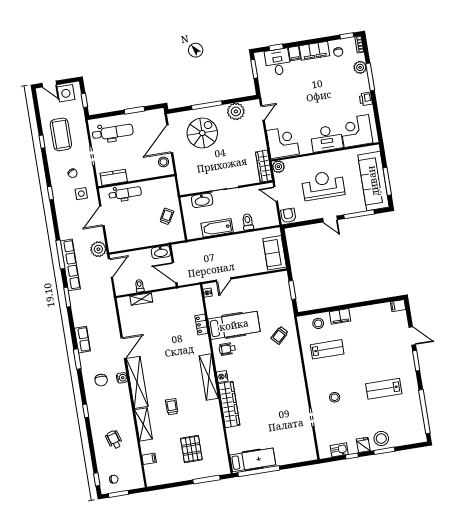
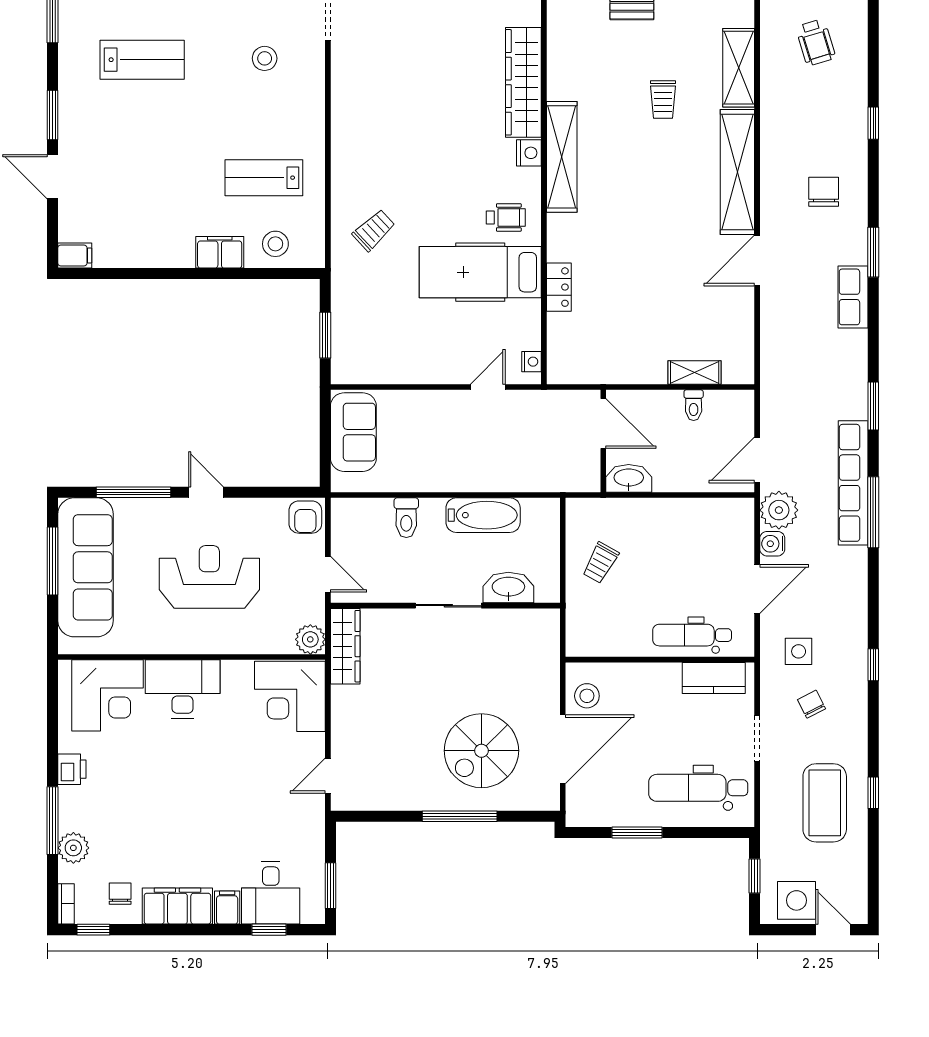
plant: (236, 111) -> (392, 790), removed
reception desk: (323, 185) -> (209, 577), turned 180
water cooler: (122, 378) -> (772, 544), moved

